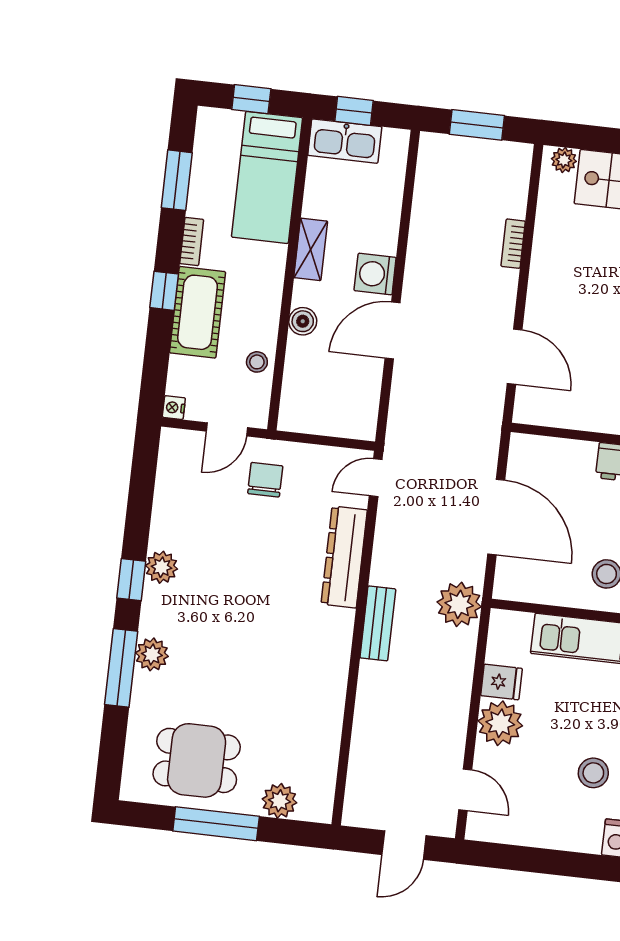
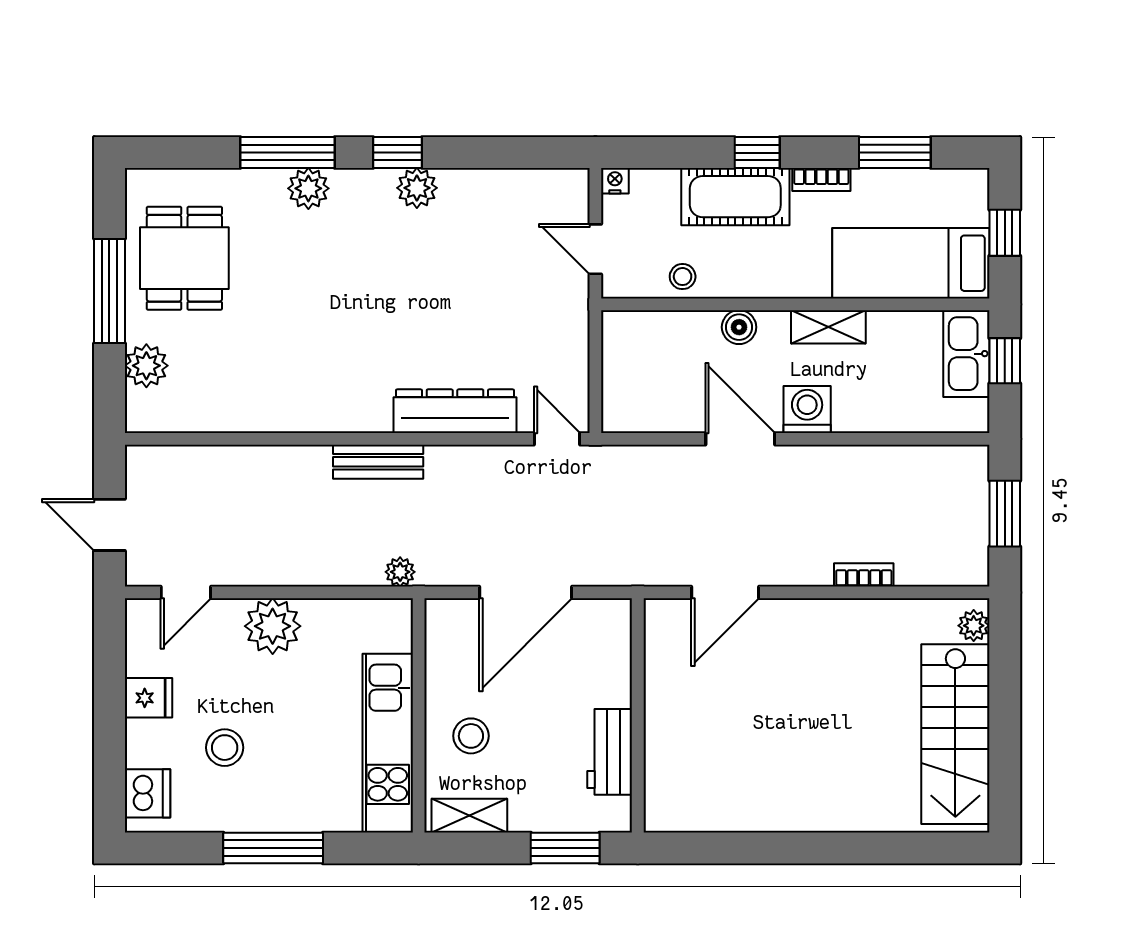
chair: (265, 480) -> (539, 303), removed
plant: (459, 604) -> (400, 572), width x0.53, depth x0.53
fridge: (501, 682) -> (148, 698), moved, turned -90

